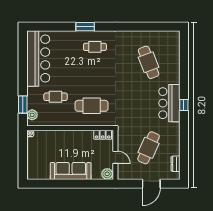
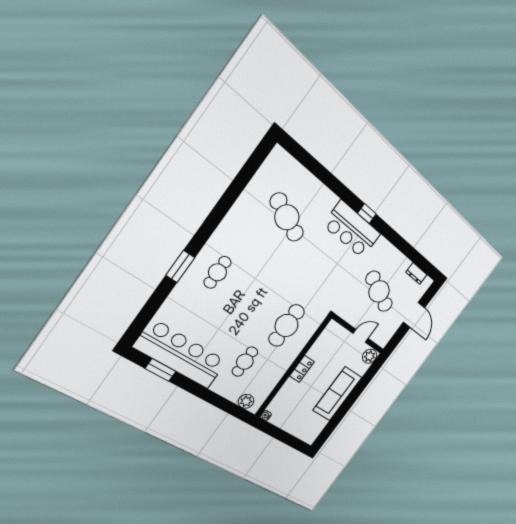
cafe table: (149, 62) -> (287, 217), turned 45
window: (23, 105) -> (161, 370), moved
locker: (103, 135) -> (302, 369), moved

